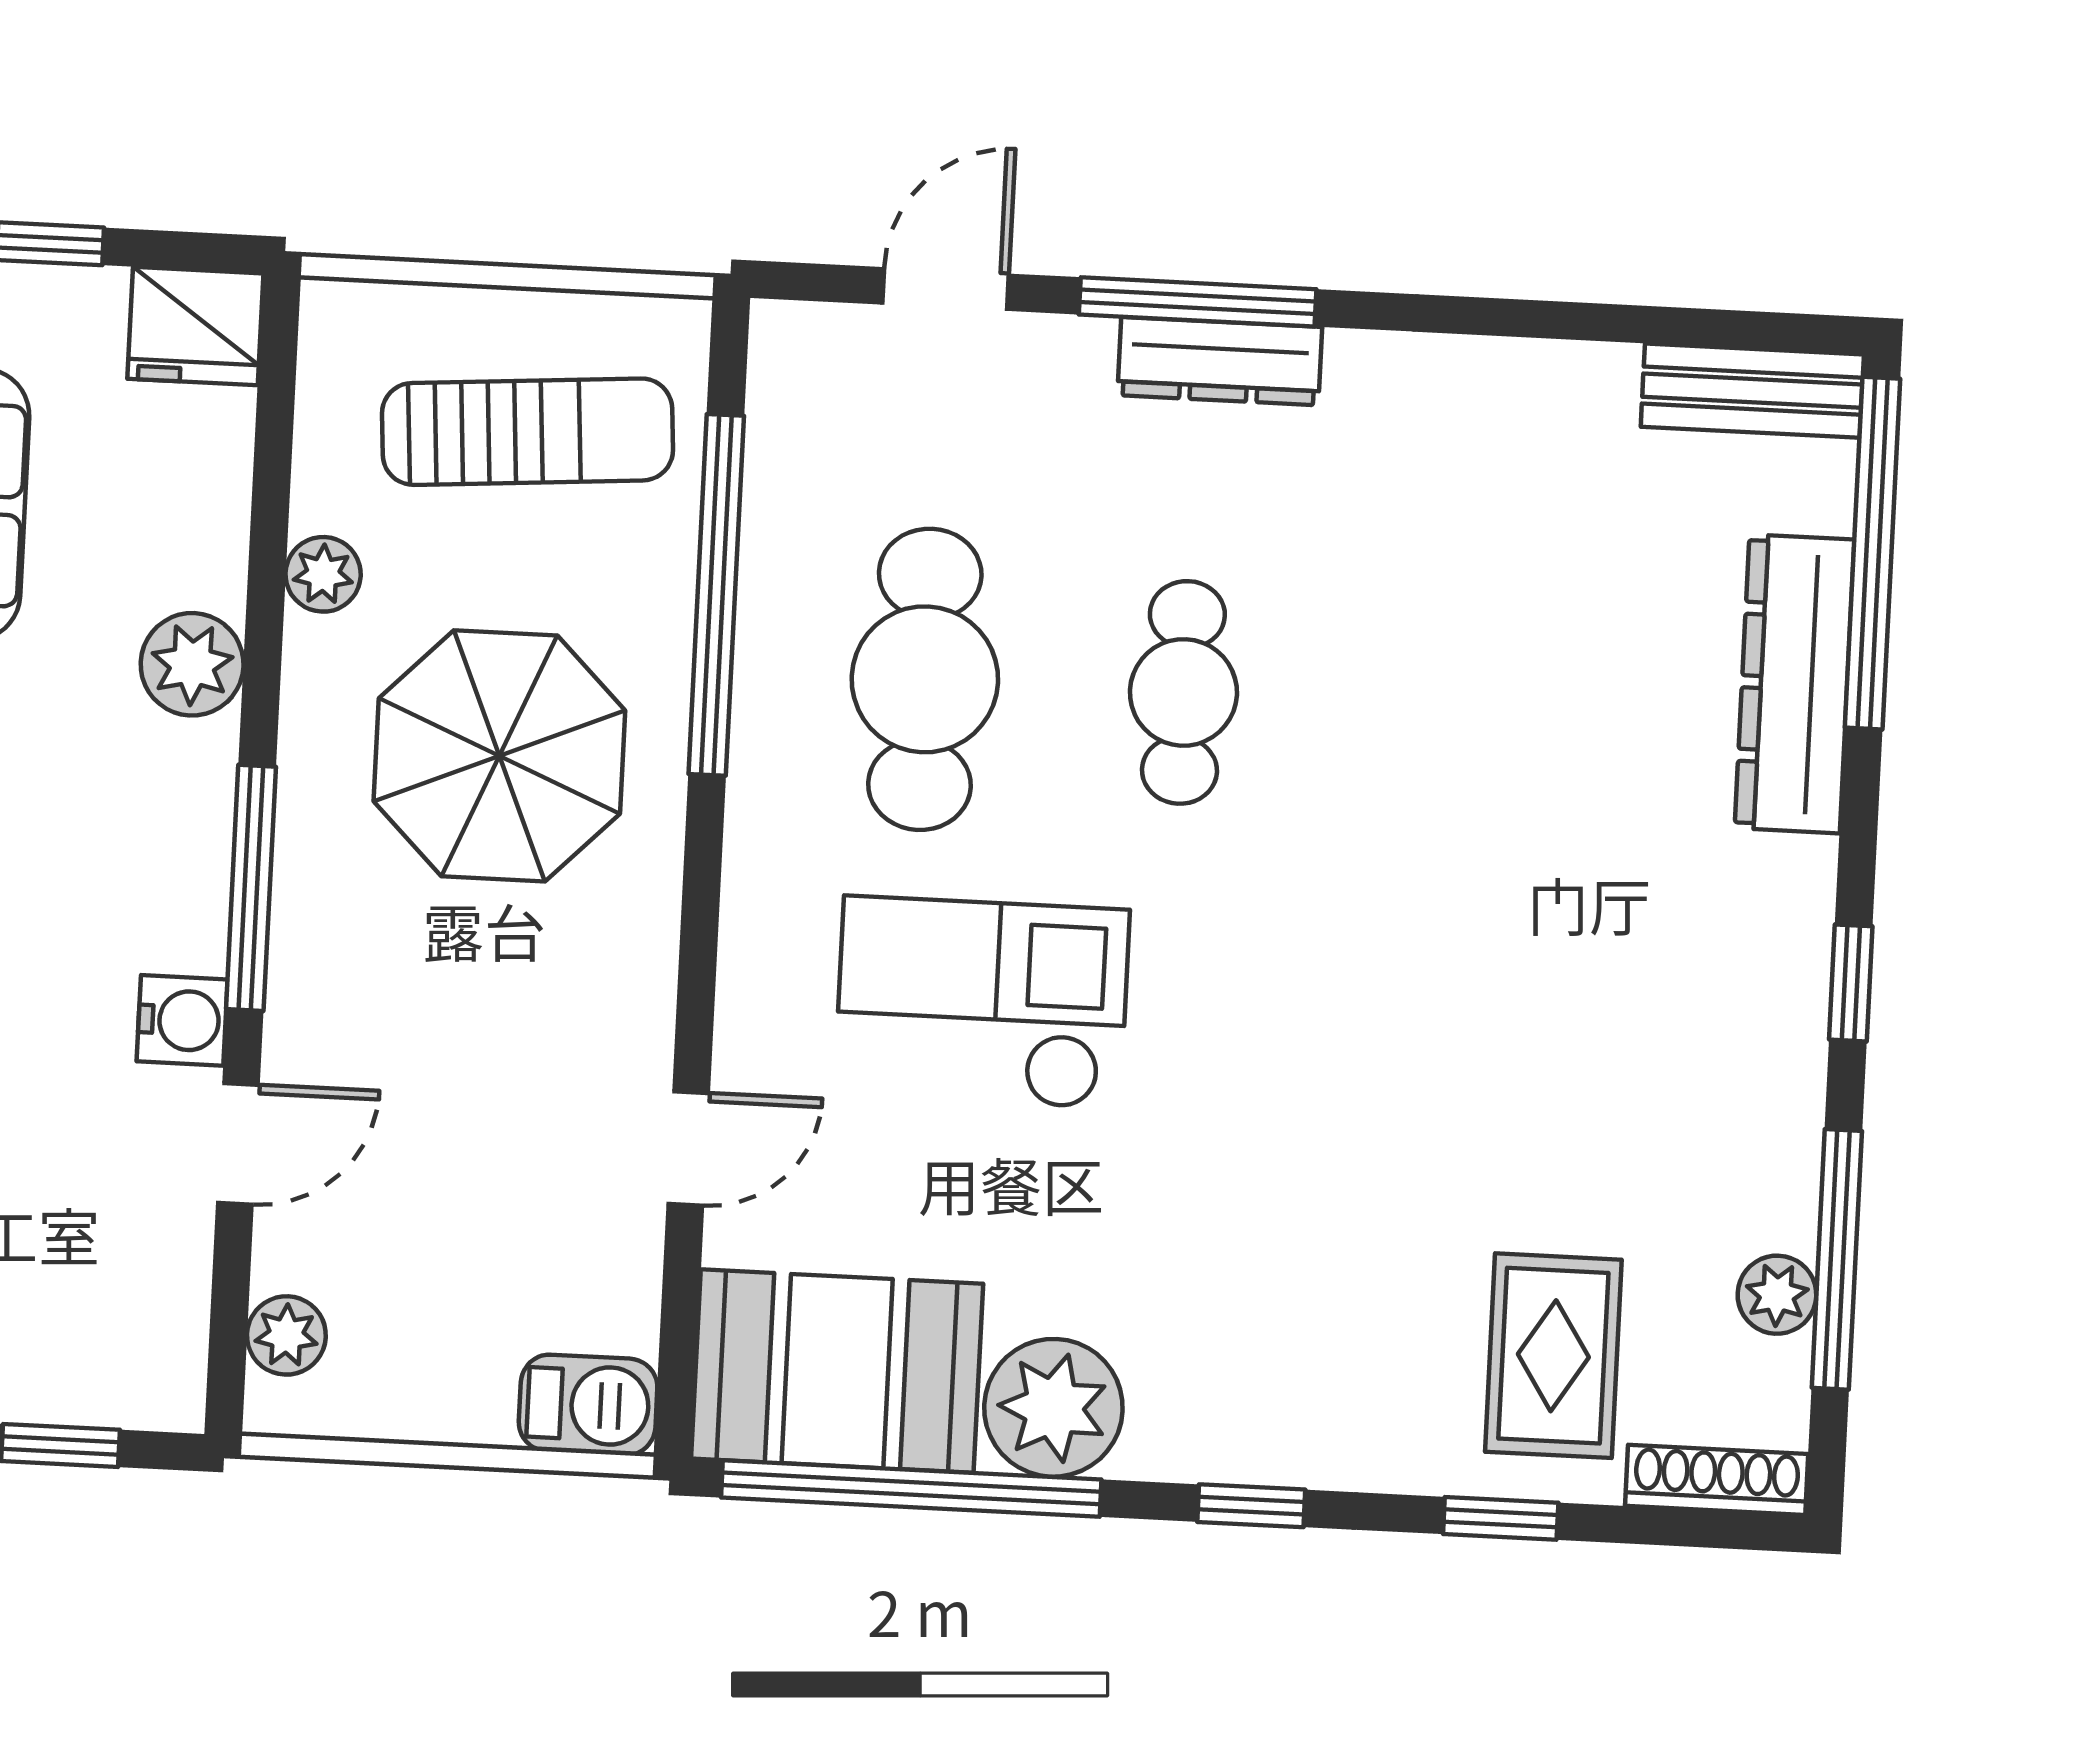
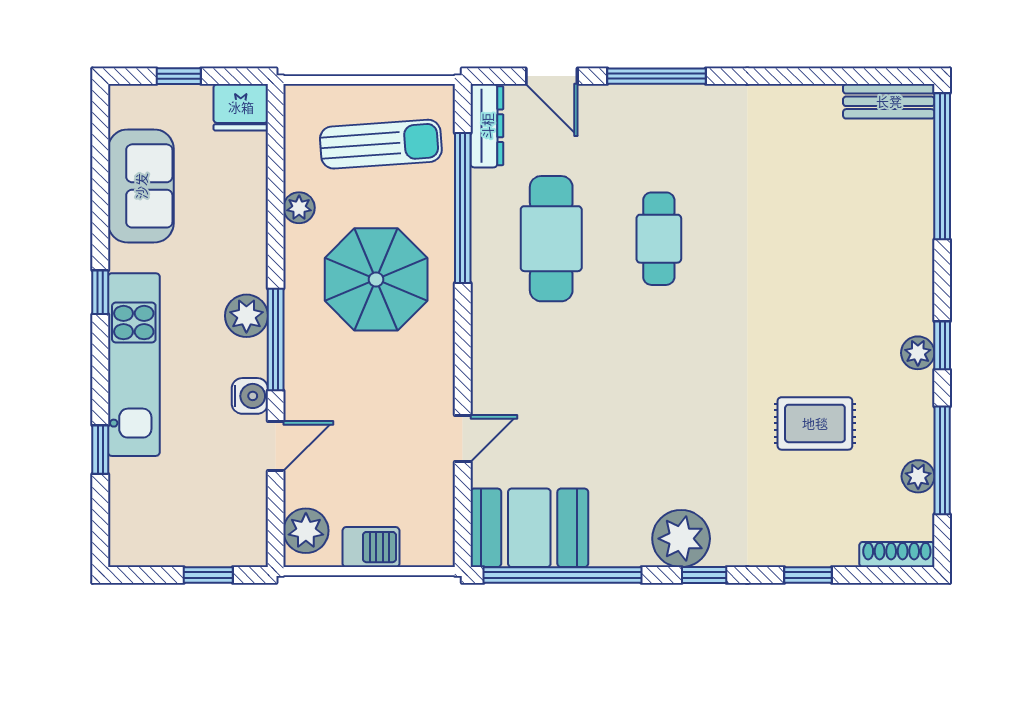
door: (946, 289) -> (552, 76), swing flipped
dresser: (1220, 361) -> (487, 126), moved, turned -90
plant: (192, 664) -> (246, 316), moved
dresser: (1795, 684) -> (912, 222), removed
plant: (1791, 998) -> (918, 353), added
checkout: (982, 1003) -> (582, 372), removed
plant: (286, 1335) -> (306, 531), width x1.38, depth x1.38
rug: (1553, 1356) -> (815, 423), moved, turned 90
barbecue: (588, 1405) -> (371, 547), moved
plant: (1053, 1408) -> (681, 539), moved

